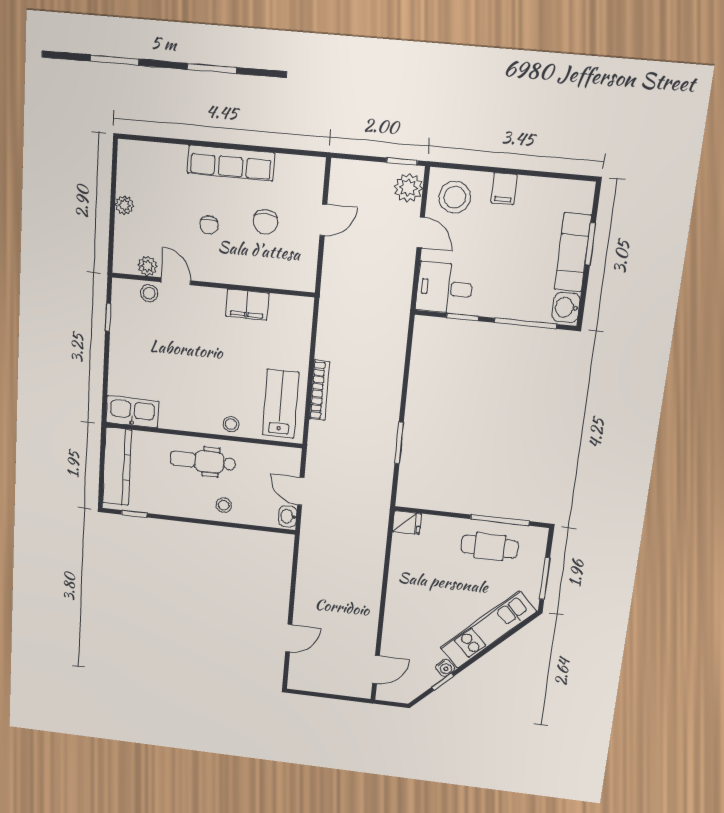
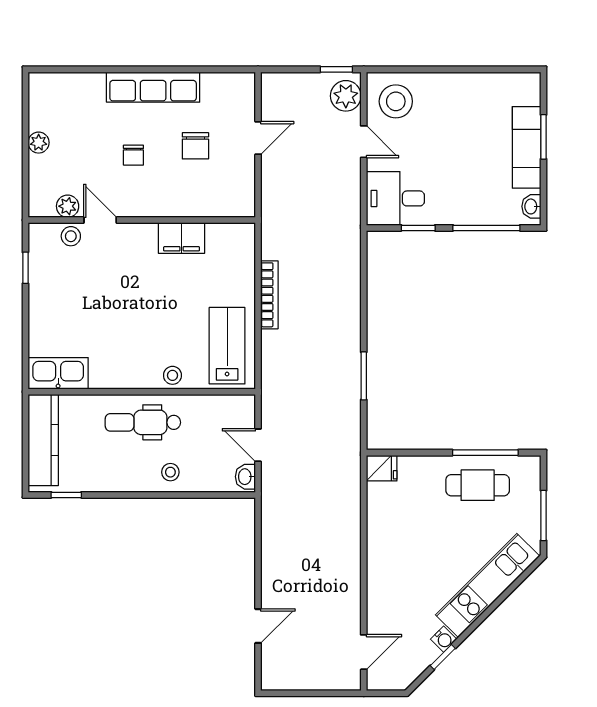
filing cabinet: (504, 189) -> (446, 88), removed
washbasin: (566, 307) -> (531, 206), width x0.72, depth x0.69
bookcase: (319, 390) -> (269, 295), moved

